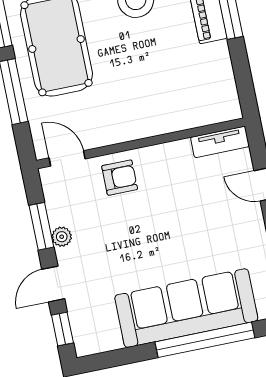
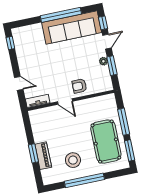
door: (67, 158) -> (65, 101), moved
sofa: (186, 308) -> (72, 27), moved
window: (205, 340) -> (61, 15), moved

